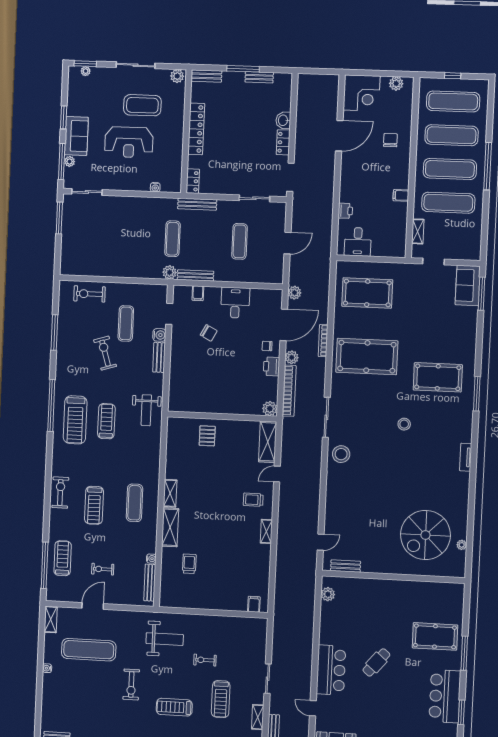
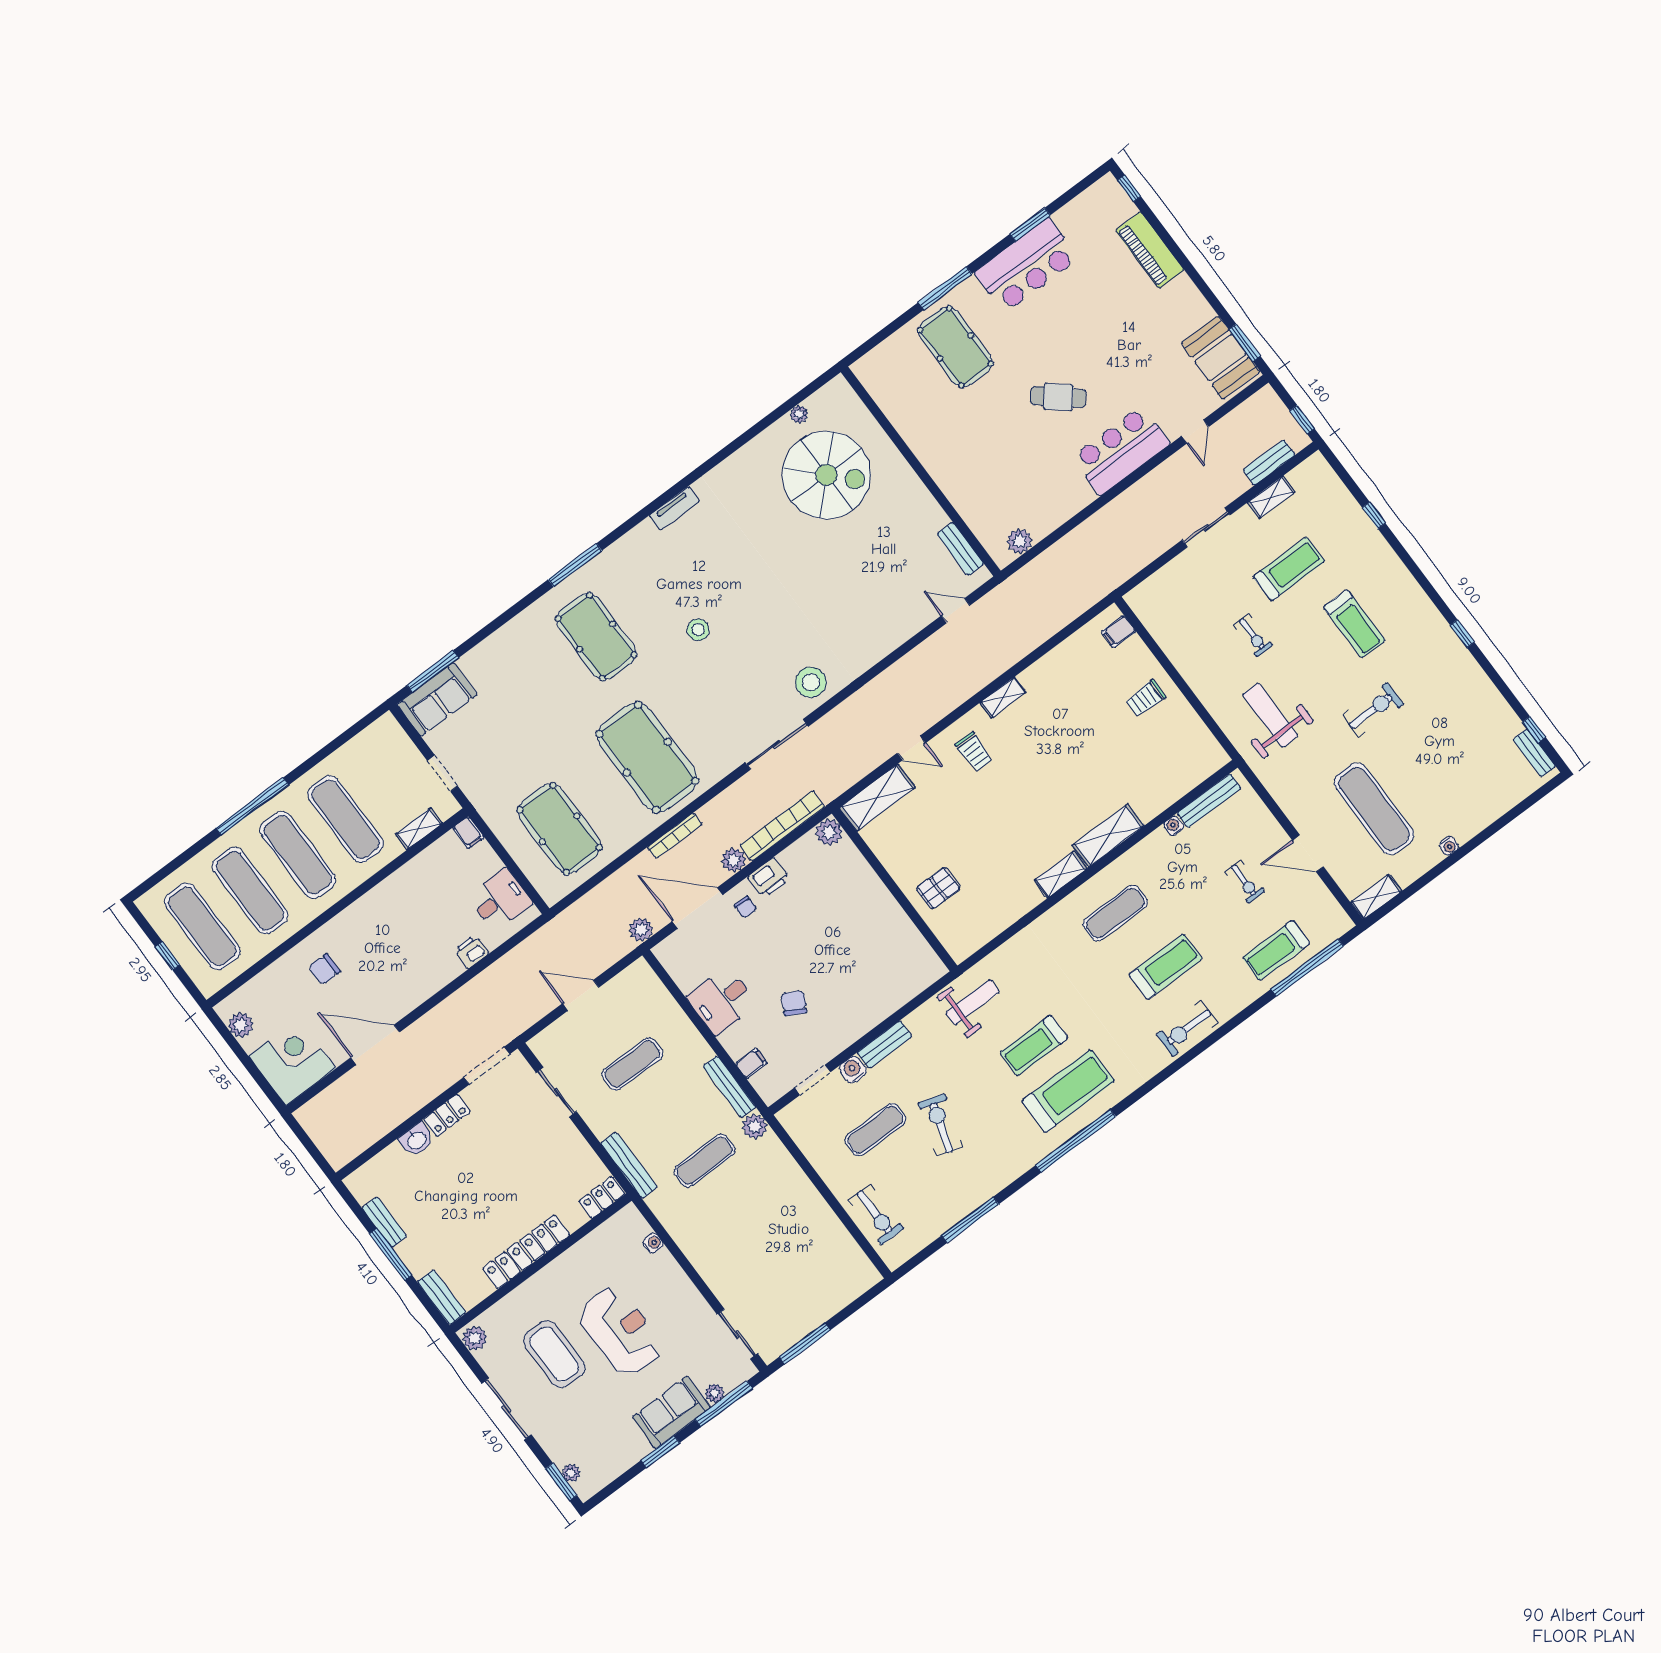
filing cabinet: (401, 195) -> (468, 833), moved
exercise bike: (105, 353) -> (941, 1125), turned 125
trolley: (189, 564) -> (1146, 698), moved

